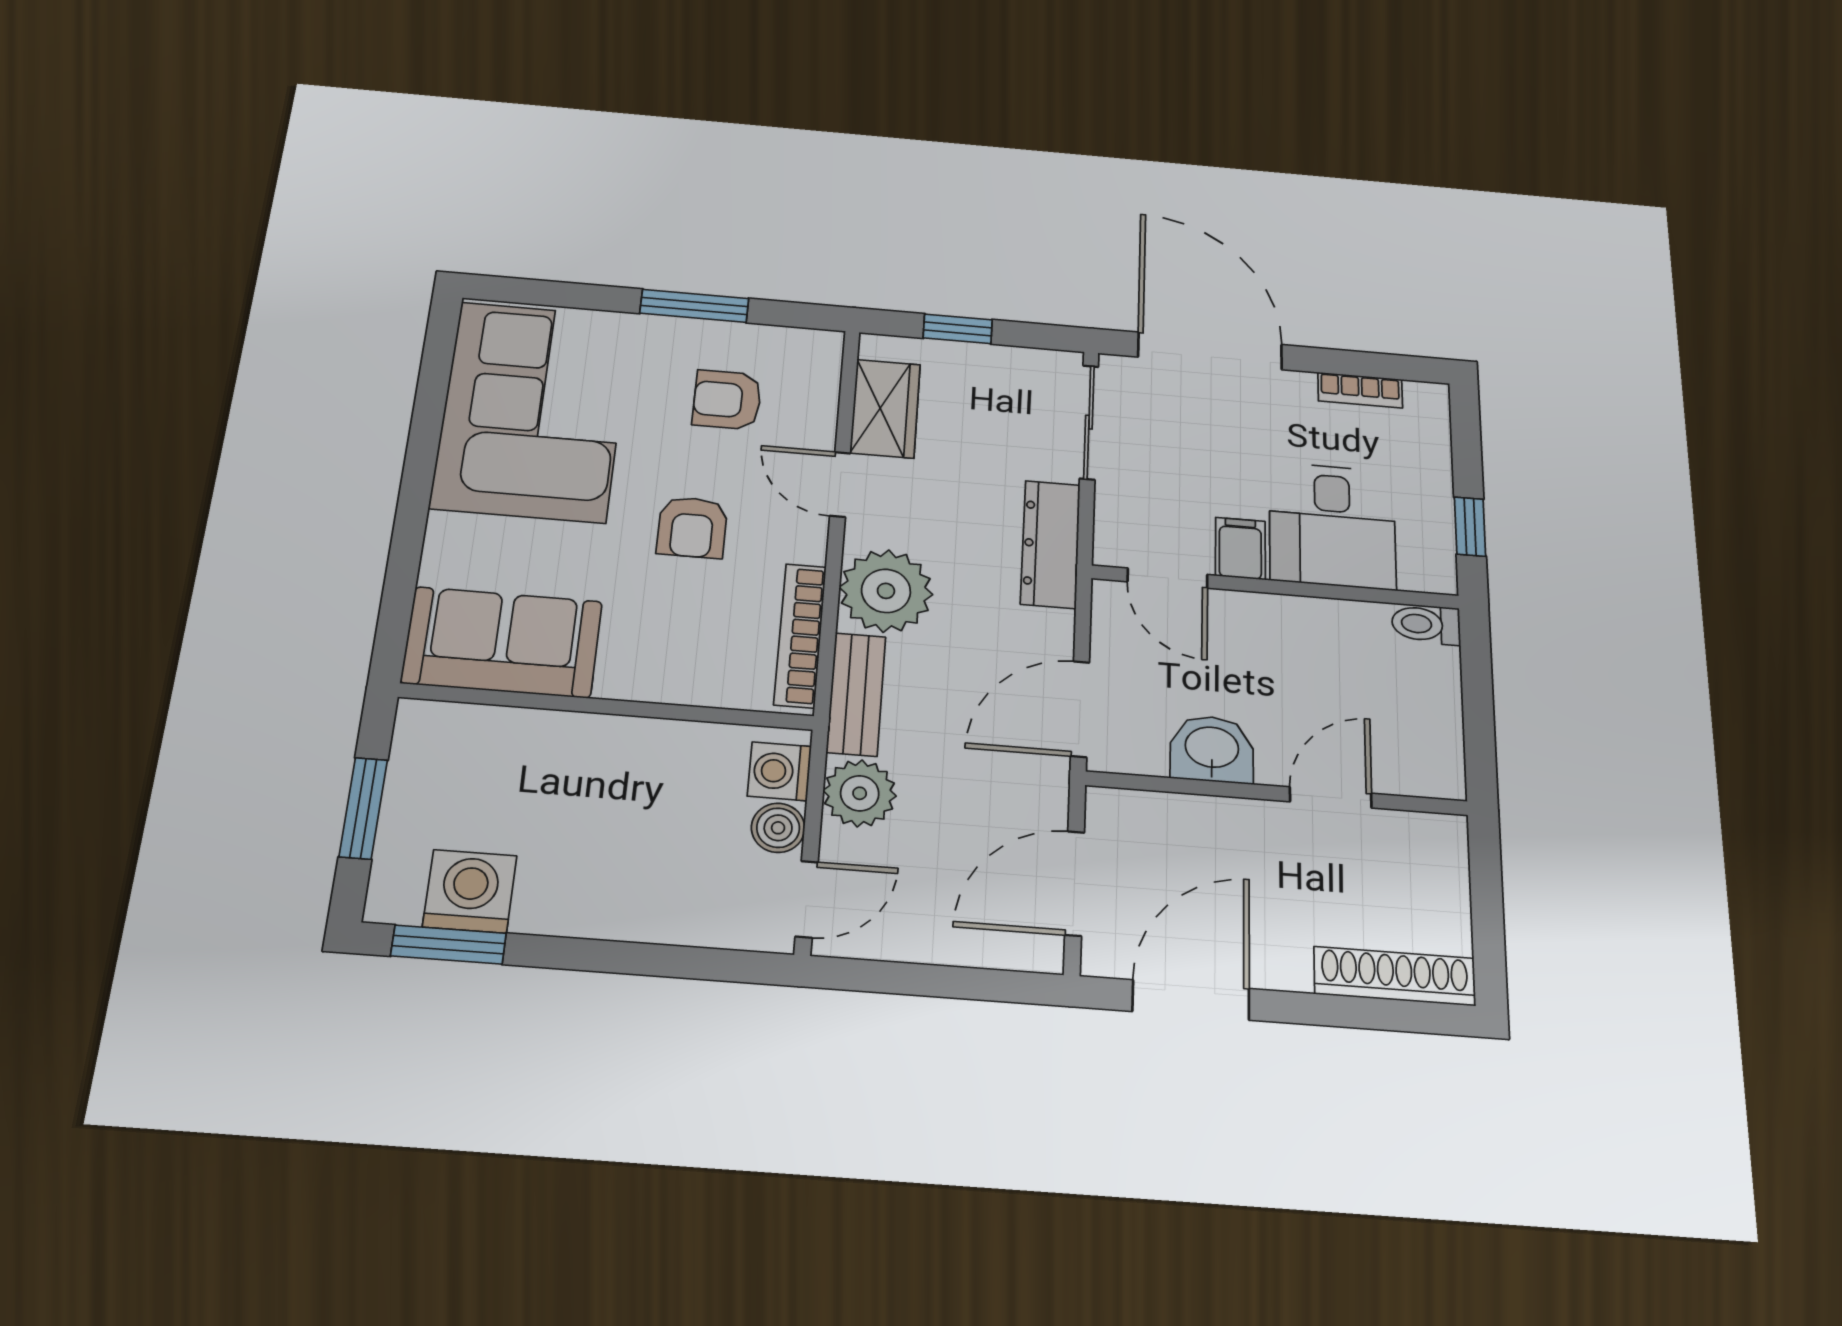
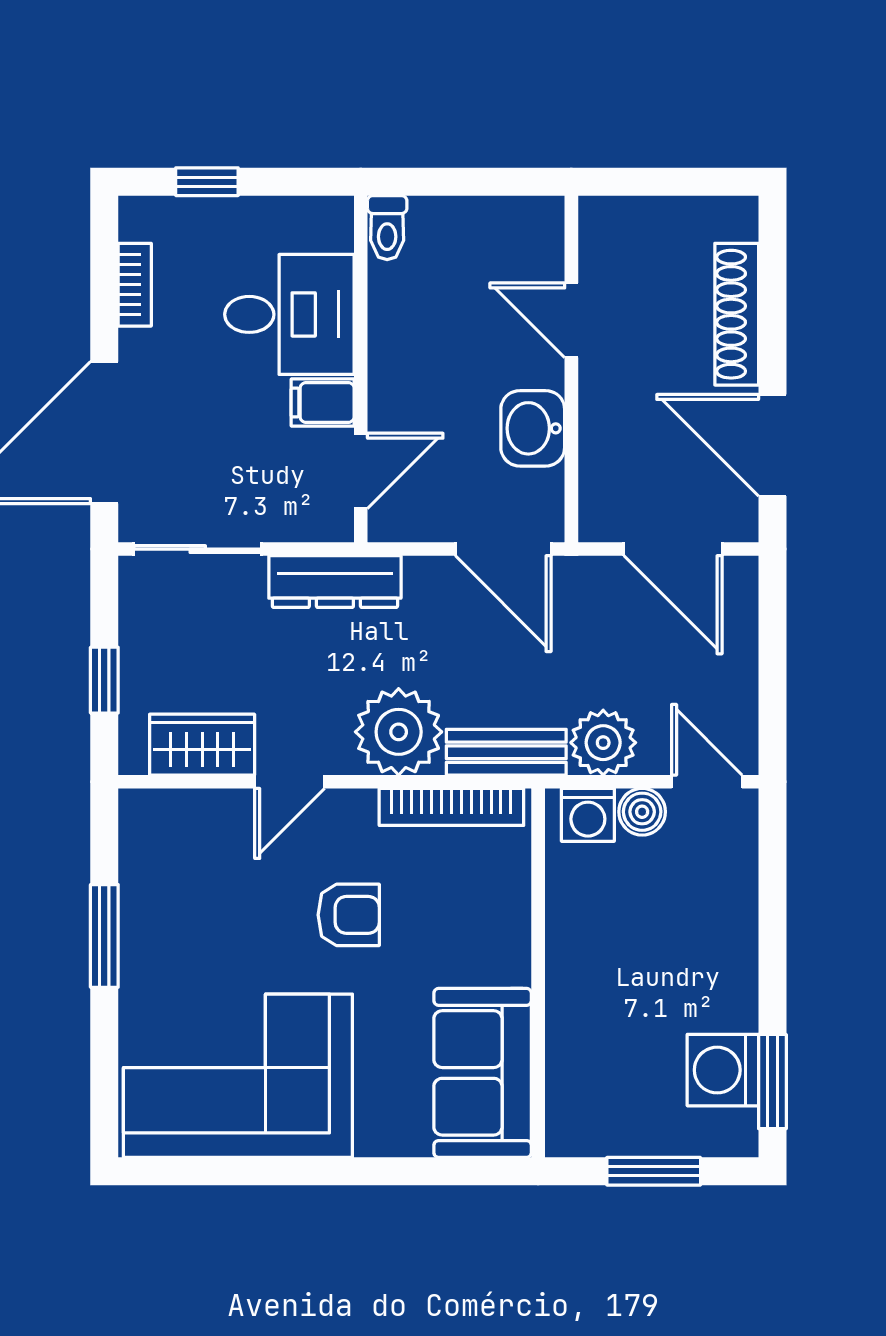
armchair: (727, 400) -> (207, 895), removed
window: (1470, 527) -> (207, 182), moved
shoe rack: (1395, 976) -> (737, 314), moved

